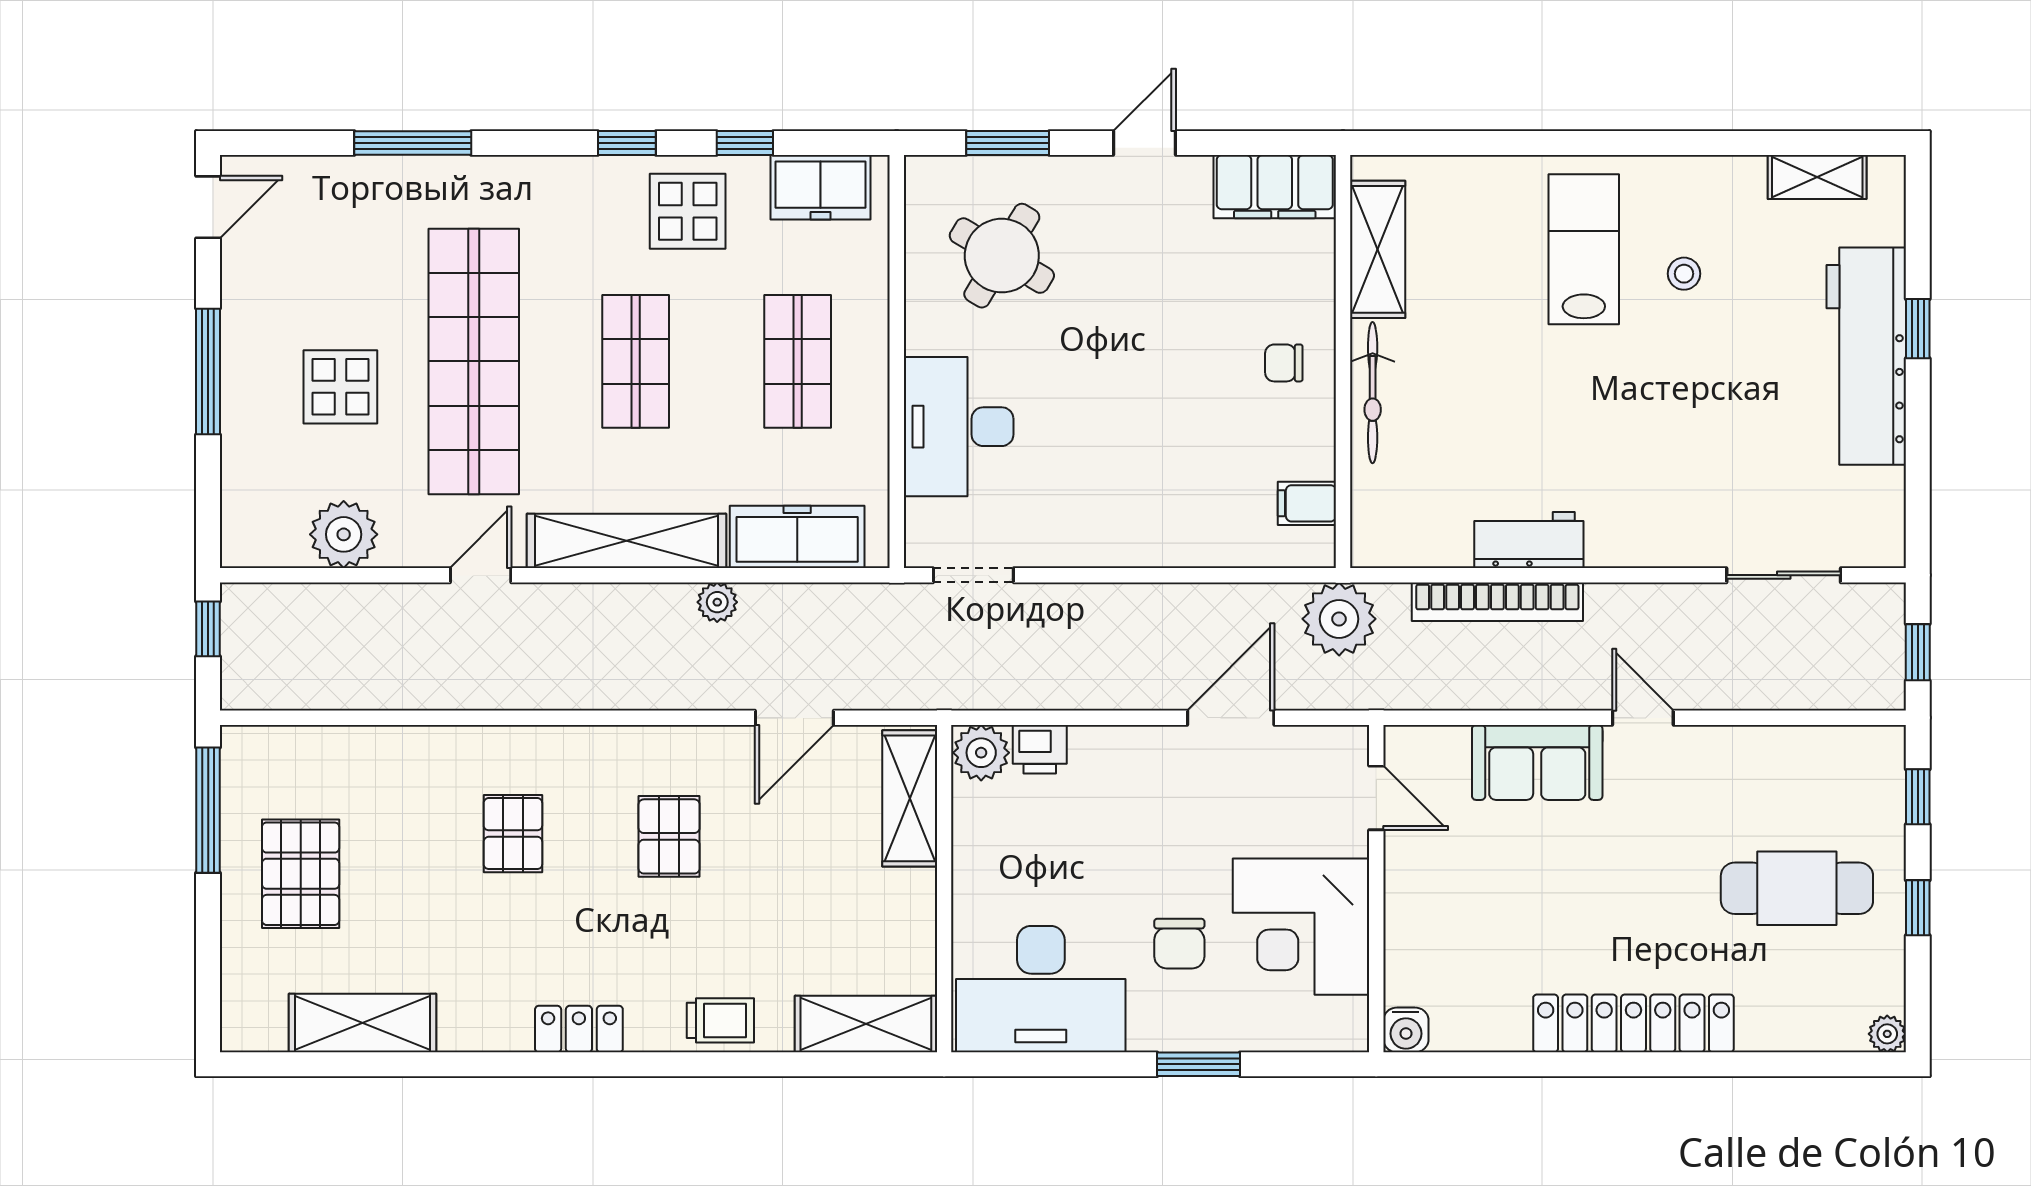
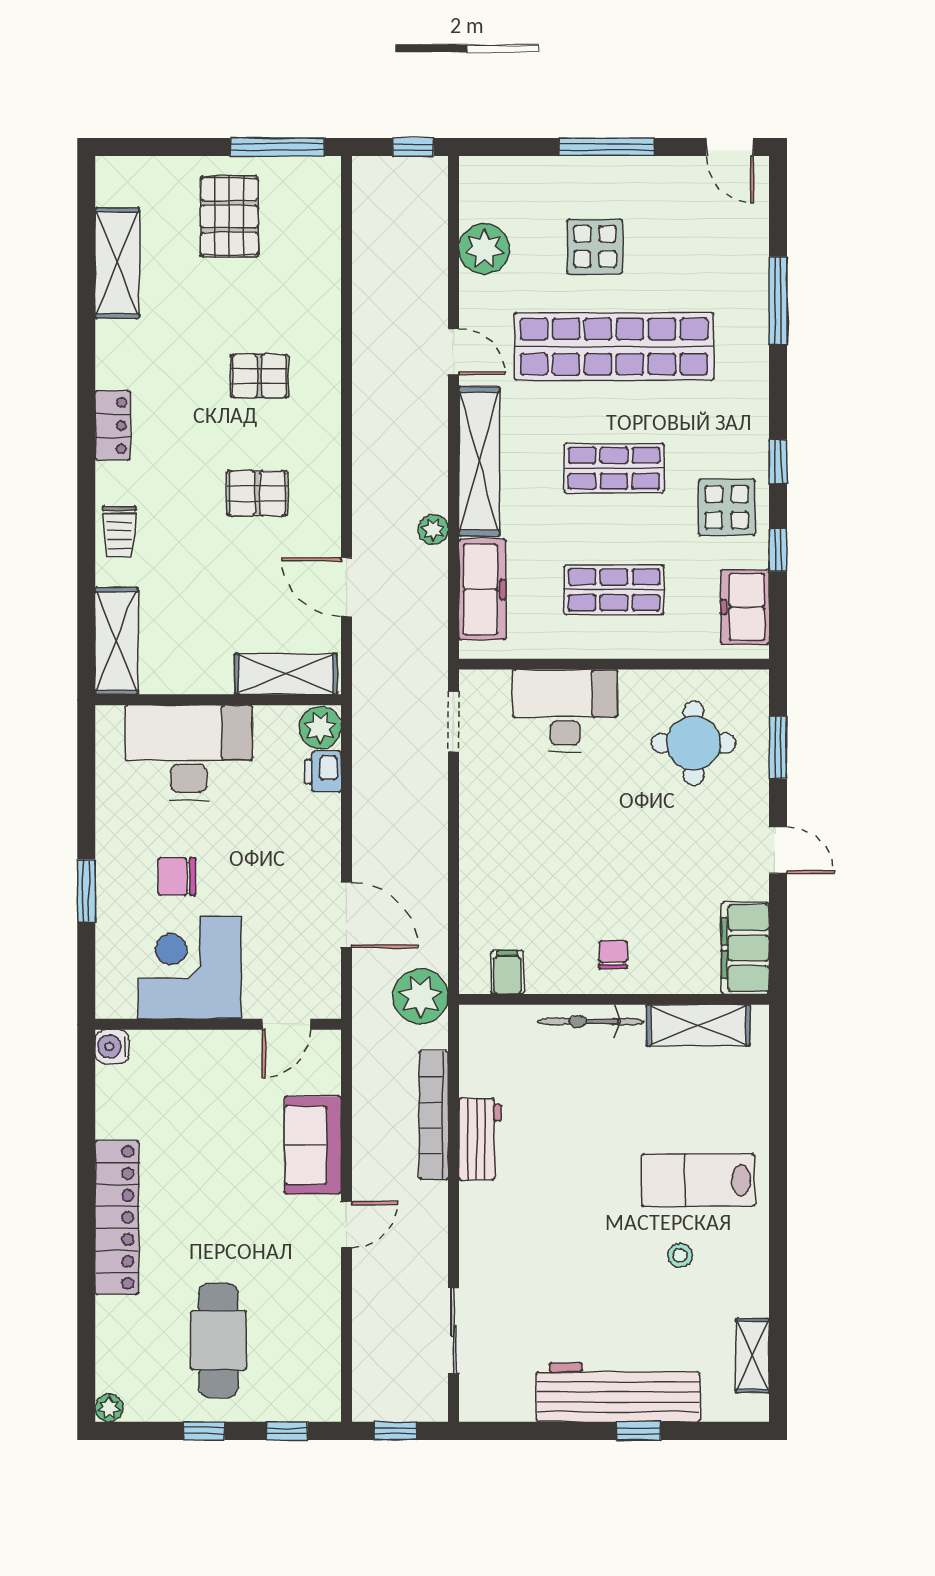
lab bench: (1584, 249) -> (698, 1180), turned 180
round table: (1002, 256) -> (694, 743), turned -31
pallet: (301, 874) -> (229, 217), turned 90
desk: (1041, 989) -> (189, 753), moved, turned 90

